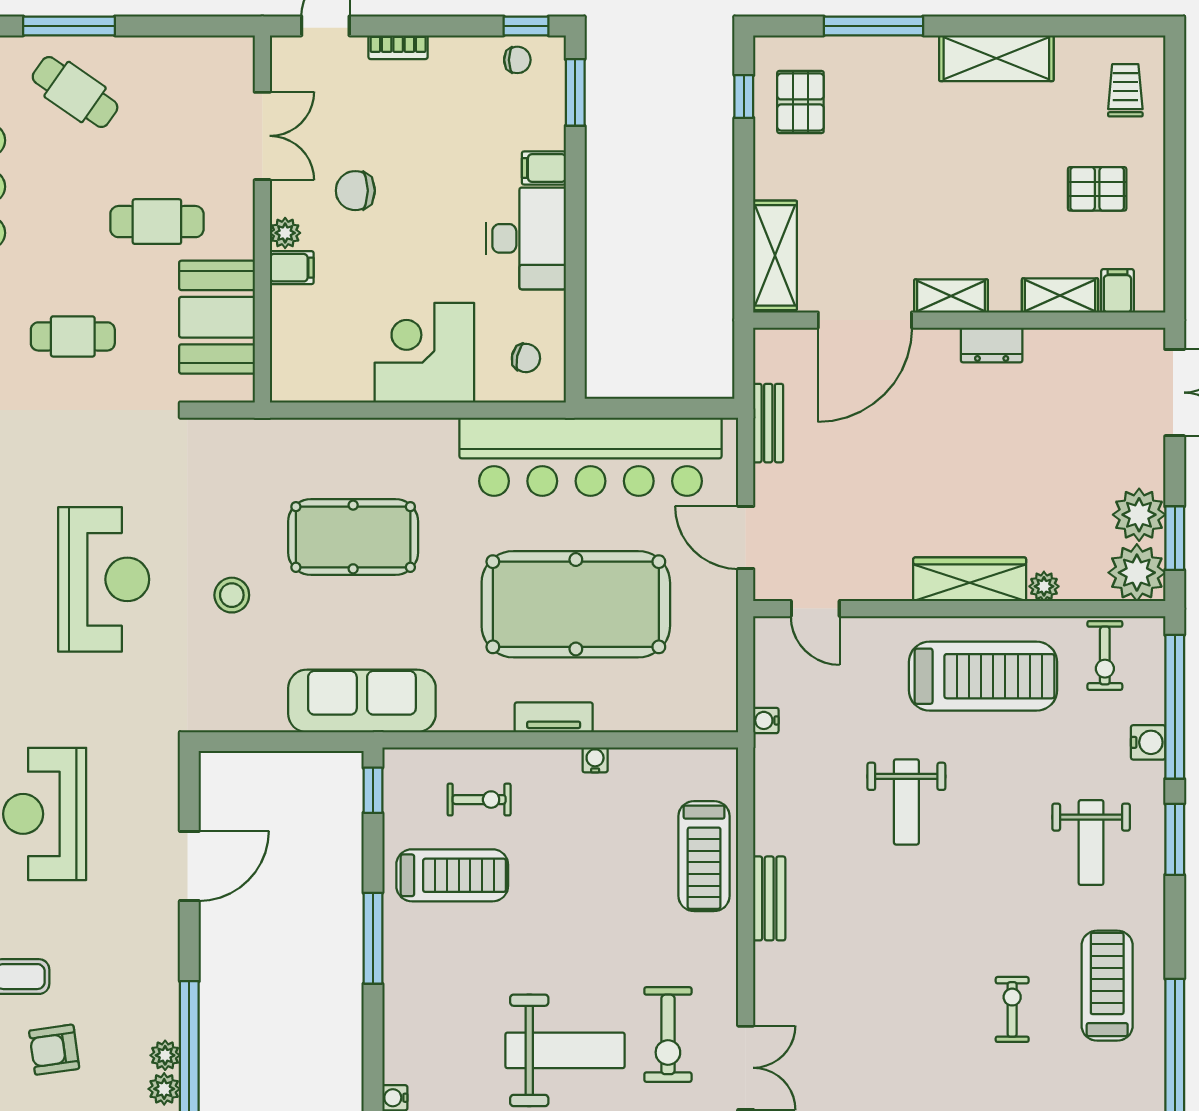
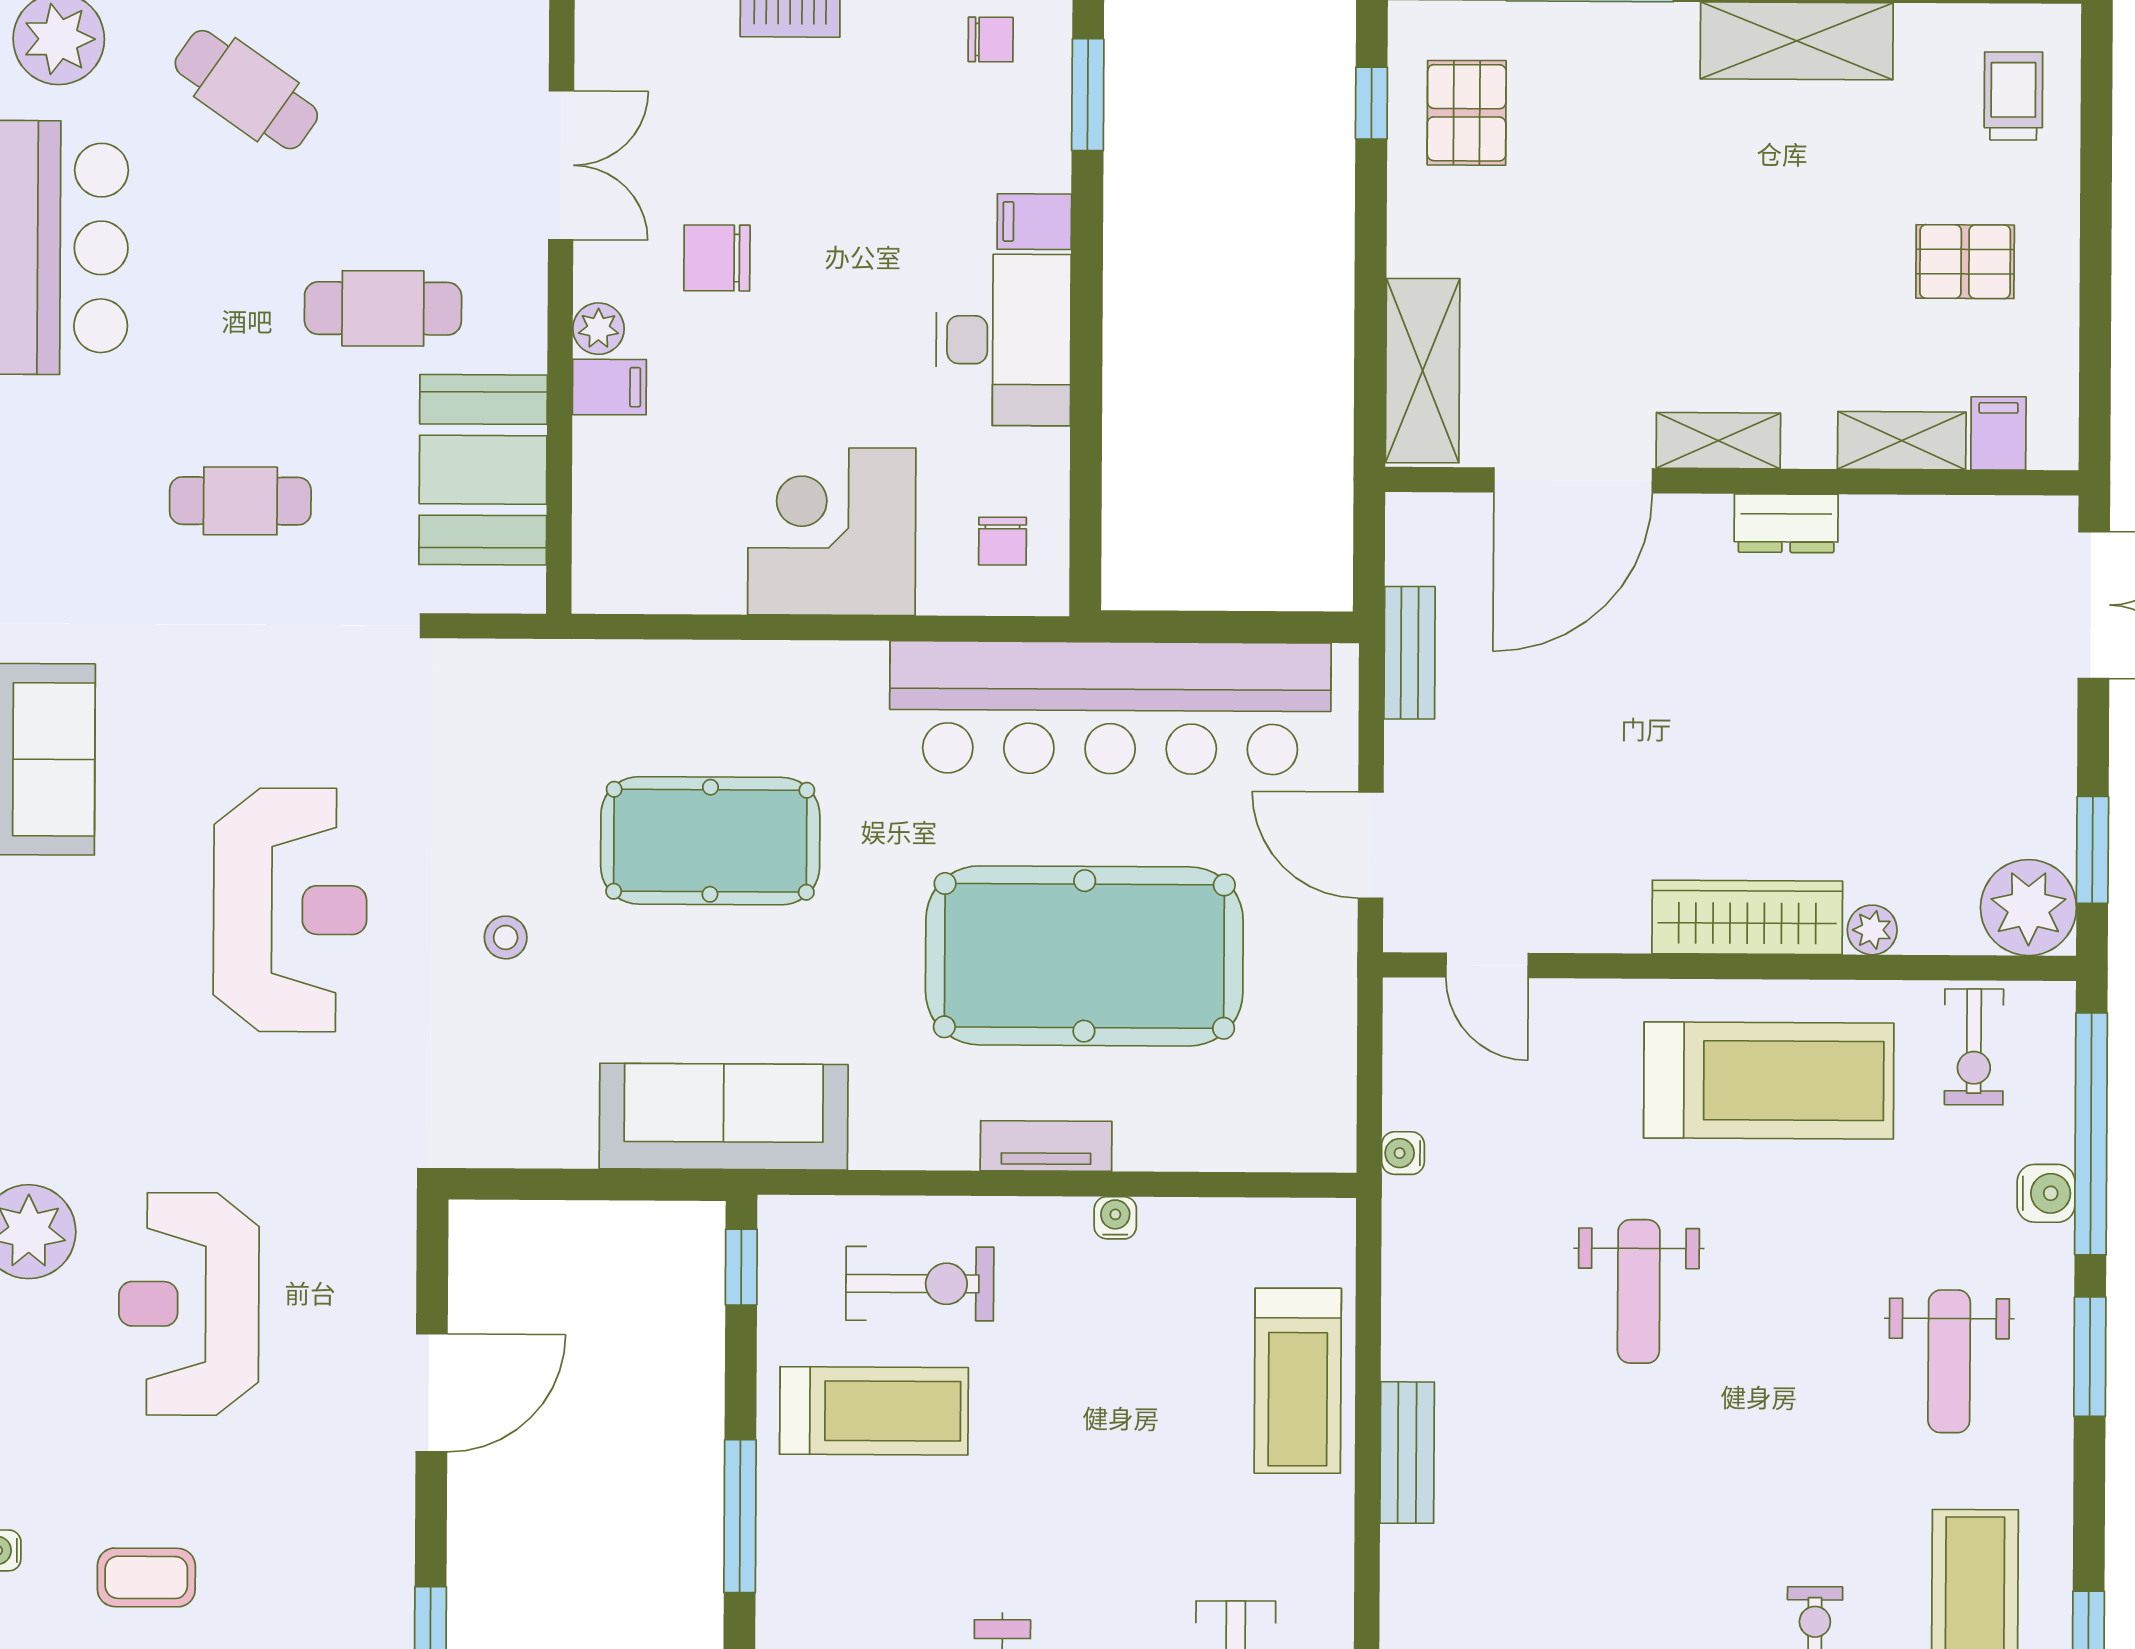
chair: (526, 358) -> (1002, 541), turned 78
plant: (1139, 515) -> (2033, 810), removed
stool: (232, 595) -> (506, 937), width x0.73, depth x0.73
exercise bike: (479, 800) -> (920, 1284), width x1.38, depth x1.39

